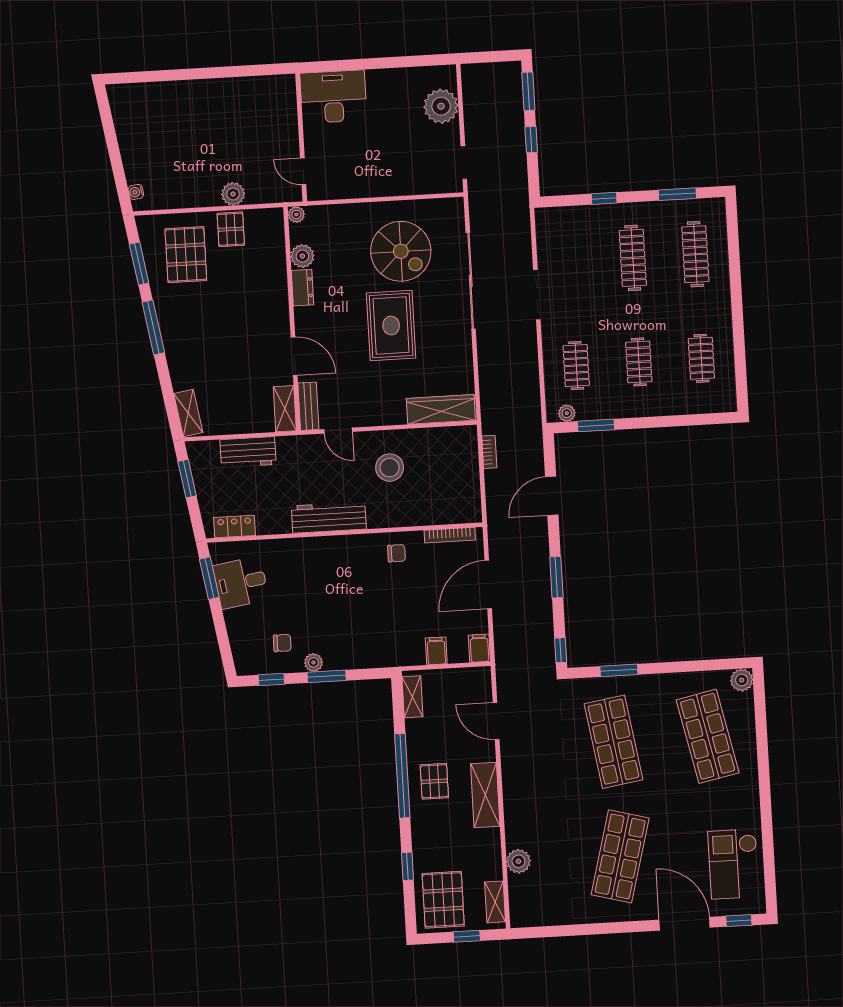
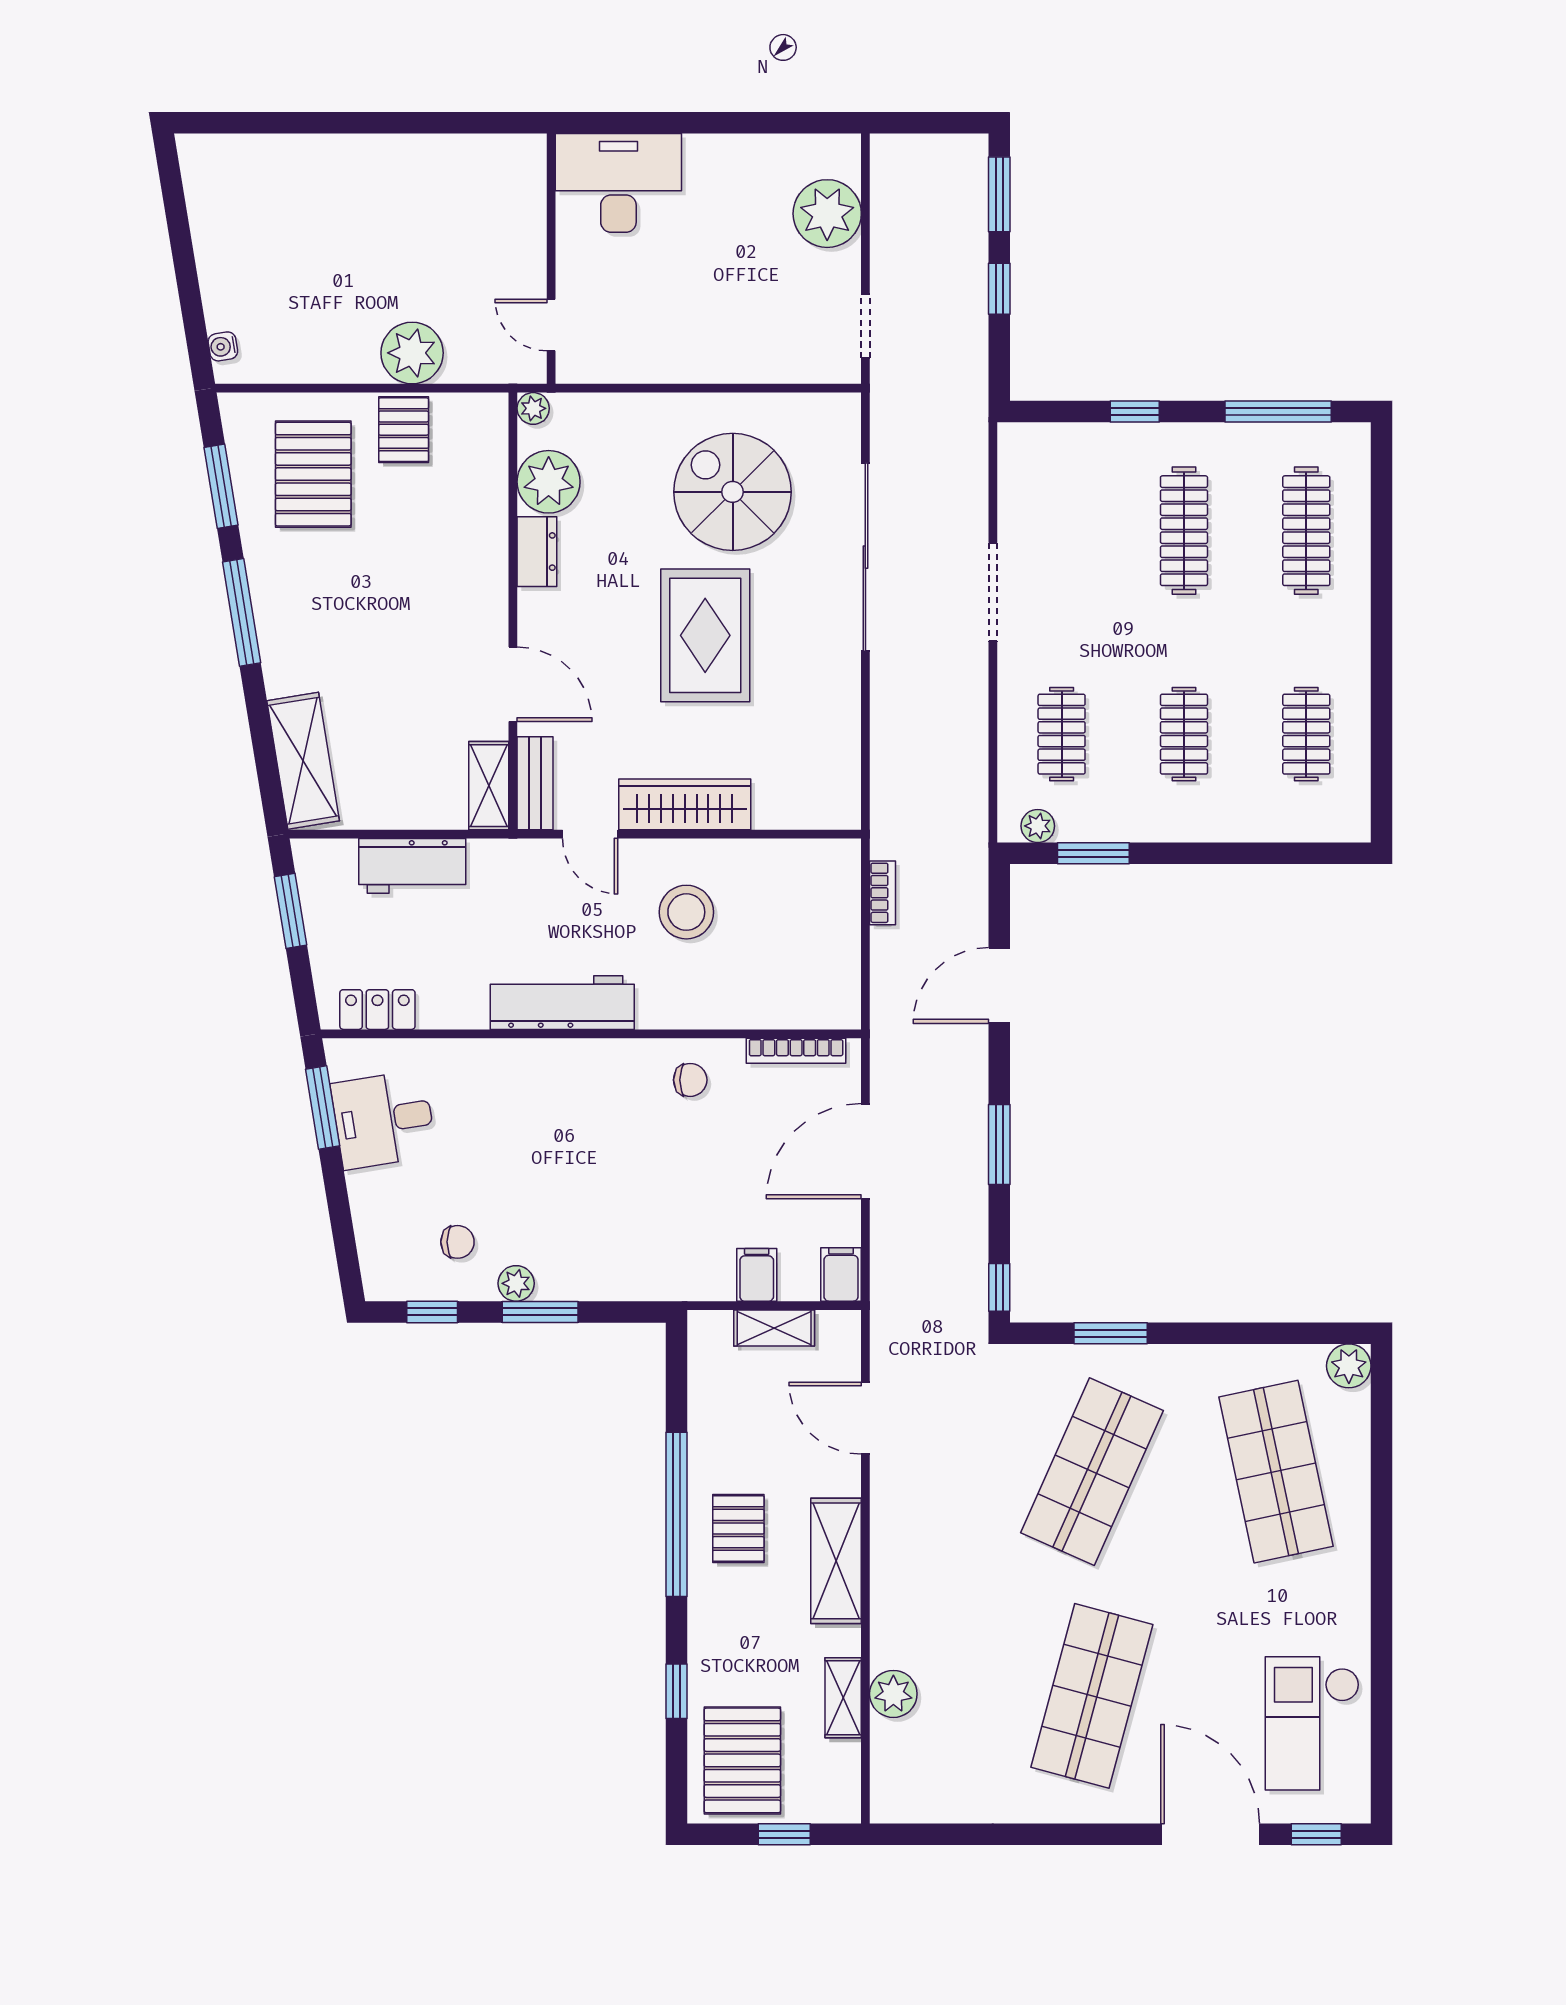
plant: (233, 194) -> (412, 353), width x1.36, depth x1.36
window: (677, 194) -> (1278, 412), width x1.44
spiral stairs: (401, 251) -> (733, 492), turned 180
plant: (302, 256) -> (549, 482), width x1.36, depth x1.36
wardrobe: (441, 409) -> (685, 804), moved
shelving: (188, 413) -> (303, 761), width x1.50, depth x1.33
shelving: (412, 697) -> (774, 1328), moved, turned 90
shop shelf: (613, 742) -> (1092, 1472), turned 33
shelving: (495, 902) -> (843, 1698), moved

